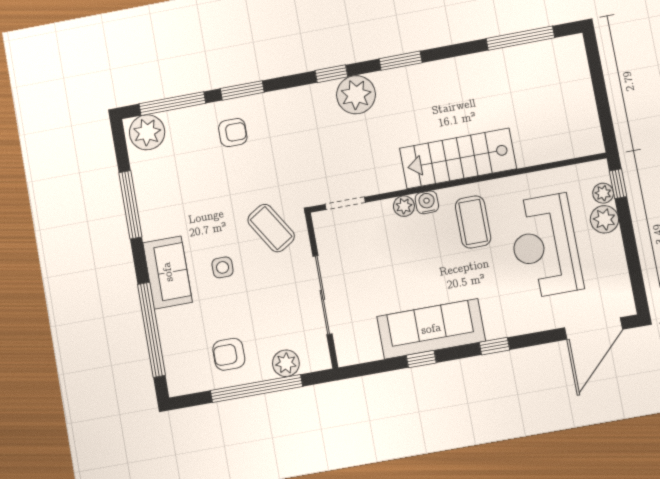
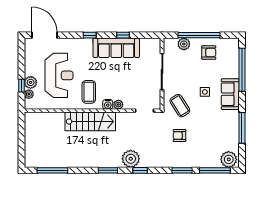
armchair: (233, 133) -> (179, 135), moved
window: (618, 184) -> (22, 86), moved
door: (594, 329) -> (45, 35), hinge flipped

